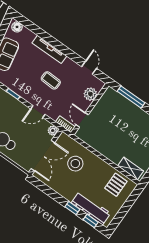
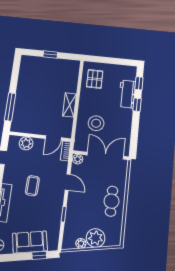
shelving: (131, 168) -> (70, 105), moved
pallet: (116, 185) -> (95, 79), turned 90
workbench: (91, 208) -> (127, 94), width x0.73

